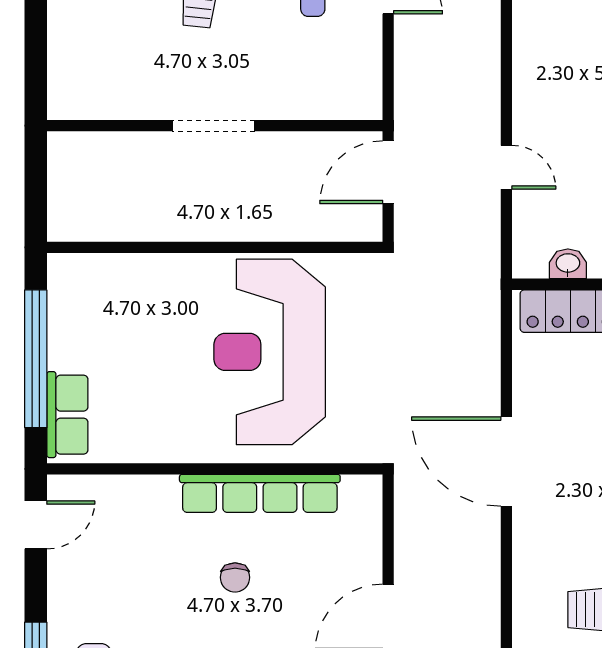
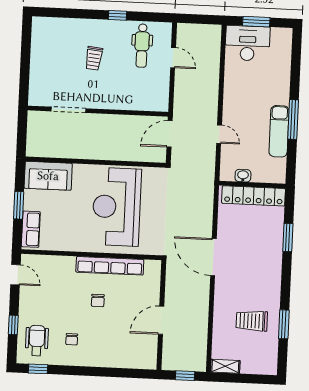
doorway: (214, 126) -> (68, 110), moved
sofa: (103, 285) -> (48, 176), added
window: (36, 359) -> (19, 205), width x0.47
door: (36, 525) -> (16, 275), hinge flipped

